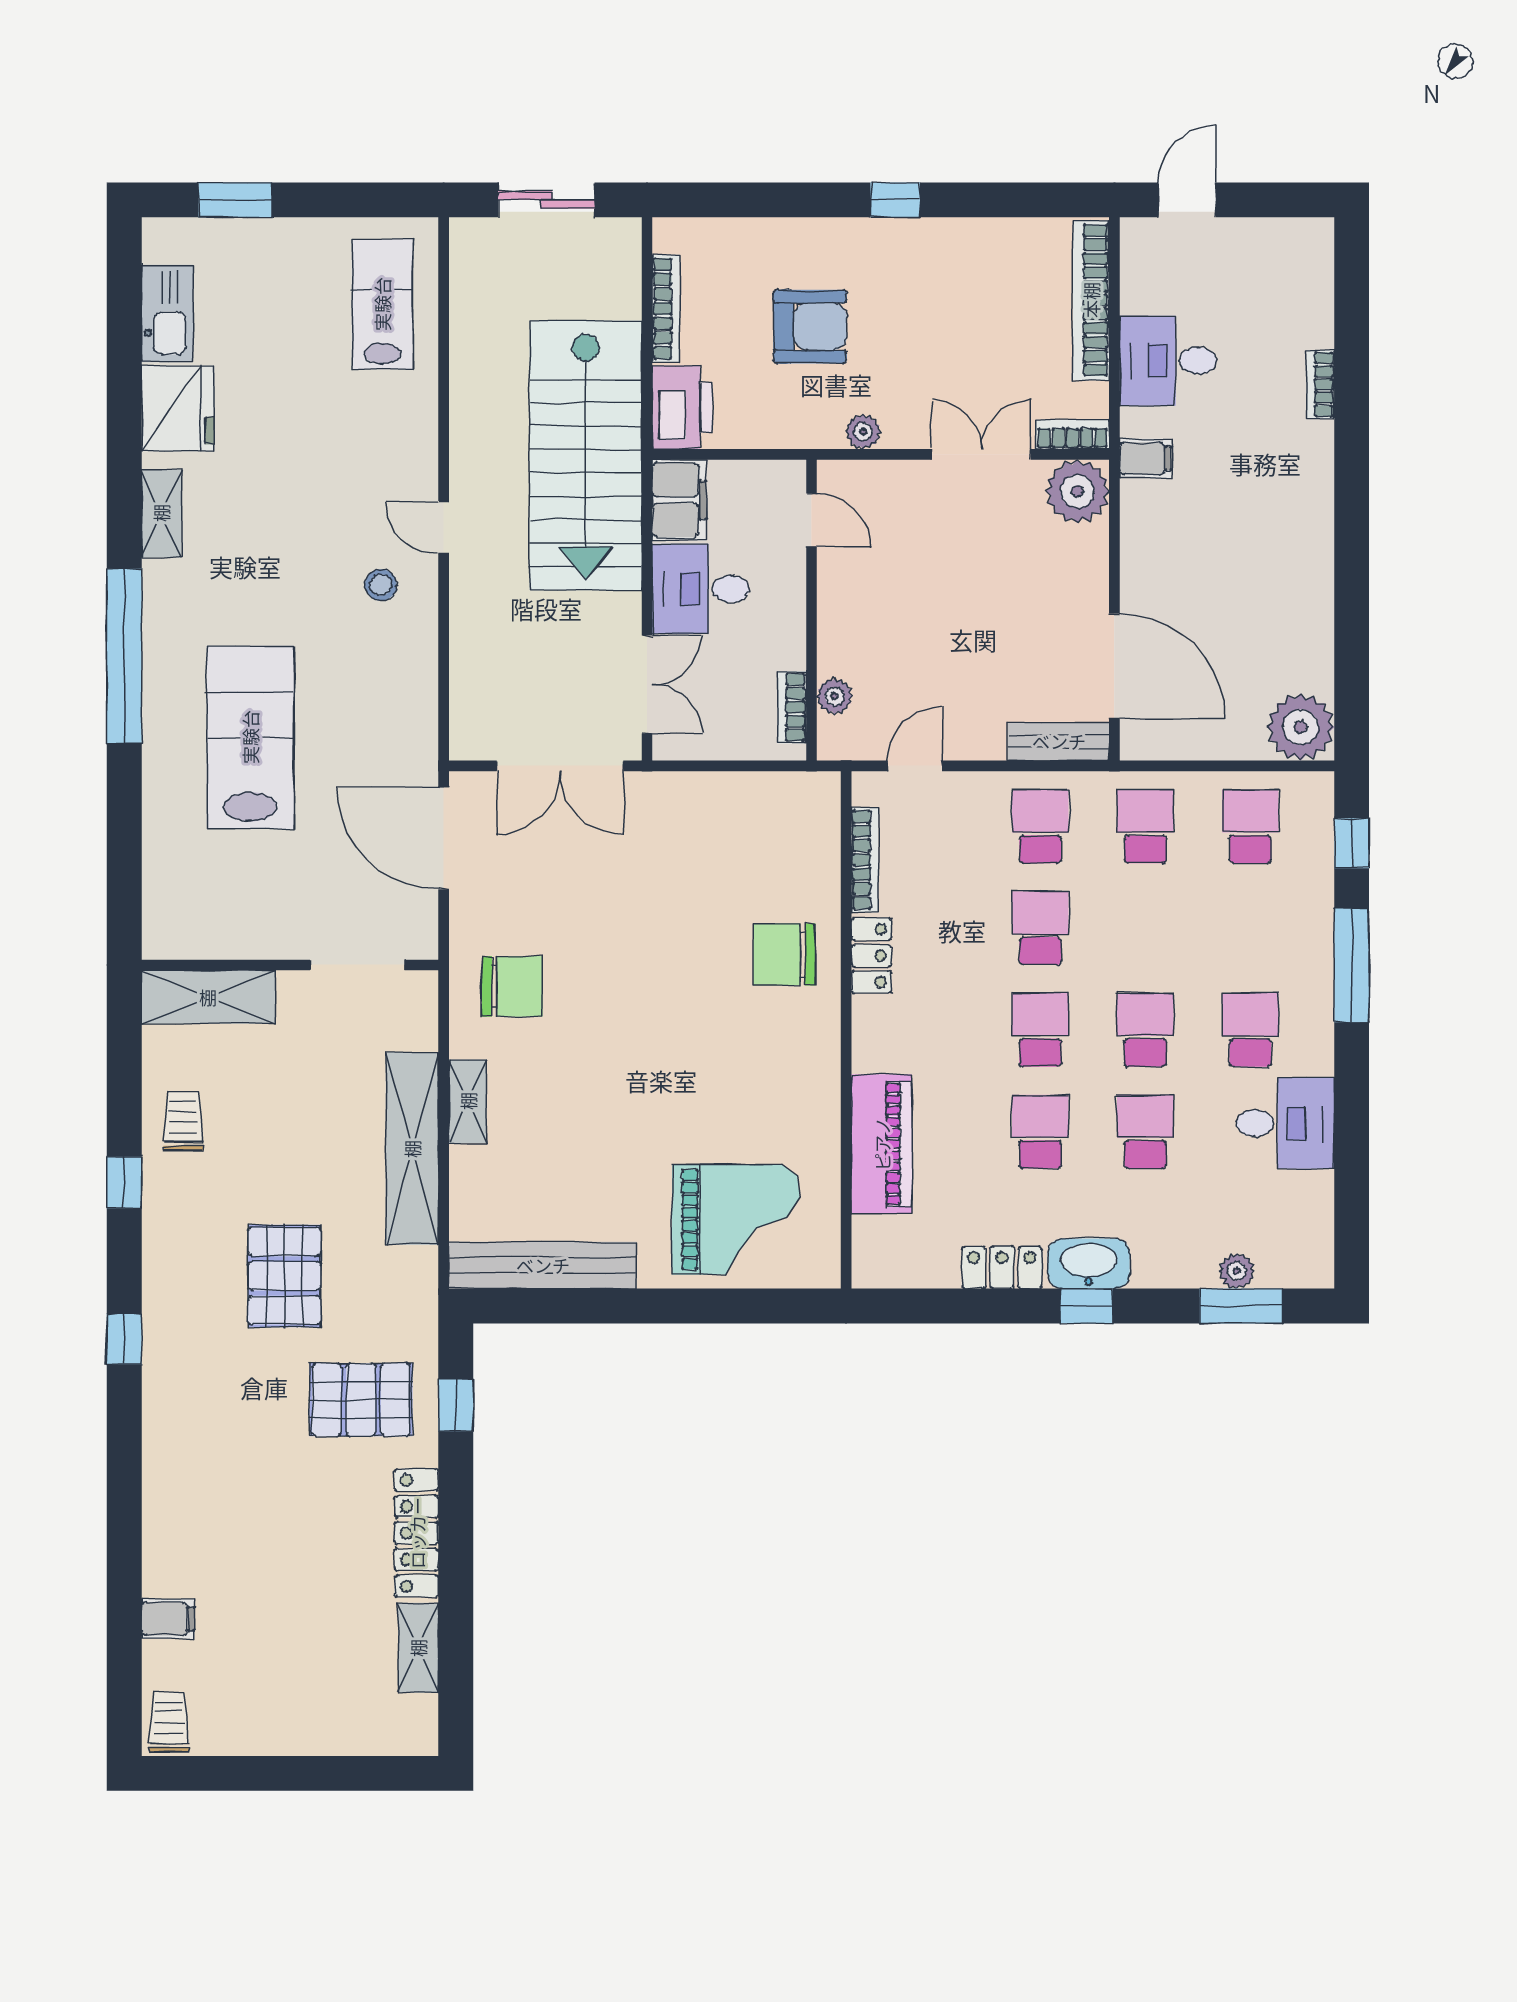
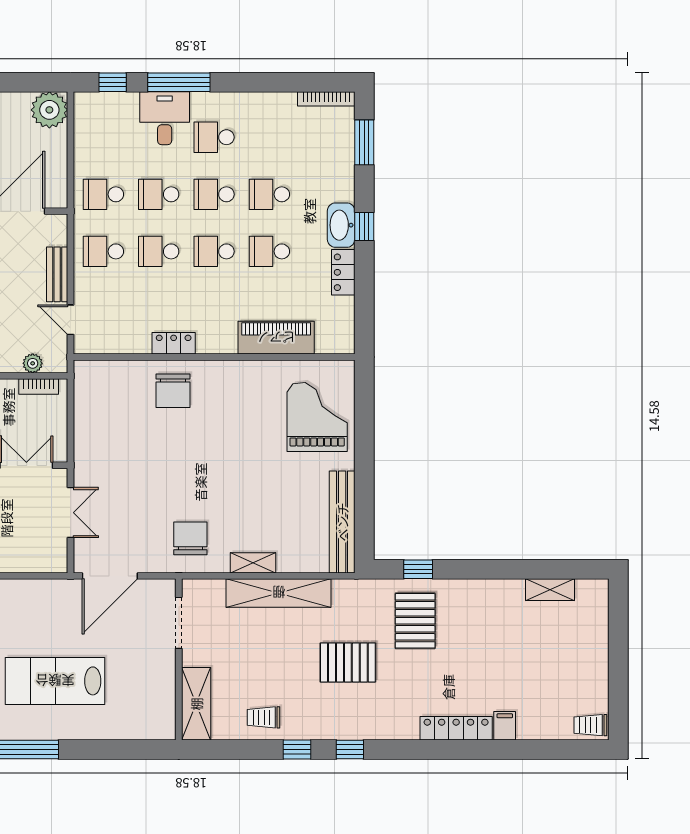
bench: (1059, 741) -> (57, 274), moved
double door: (560, 766) -> (71, 513), width x0.73
school desk: (1250, 826) -> (159, 194), moved
bookcase: (865, 860) -> (326, 99), moved, turned 180
desk: (1285, 1123) -> (165, 118), moved
plant: (1237, 1271) -> (345, 145), removed
window: (124, 1339) -> (350, 750), moved
locker: (417, 1533) -> (456, 728), moved, turned 180
filing cabinet: (168, 1619) -> (505, 726), moved

